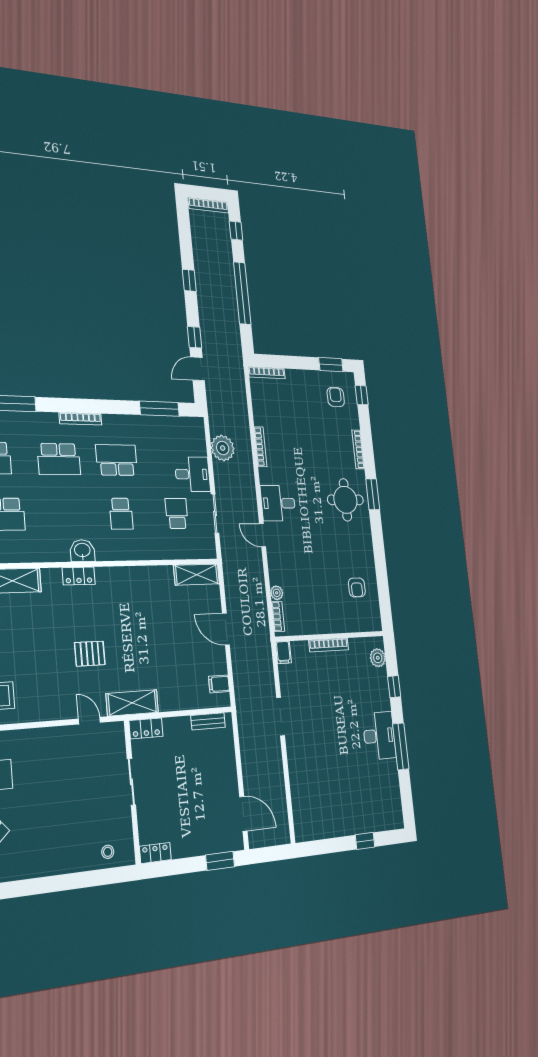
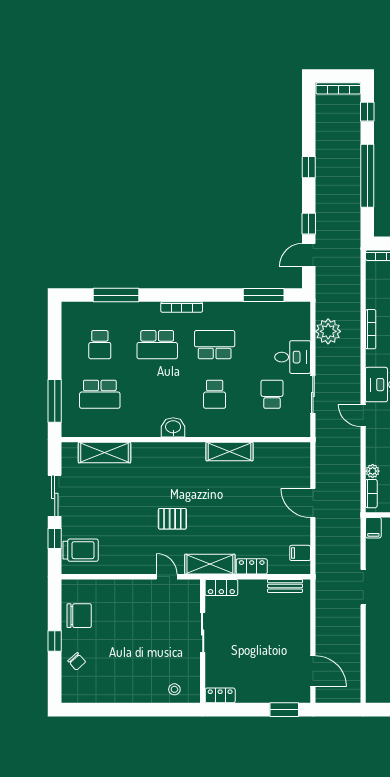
shelving: (197, 575) -> (229, 452), moved
locker: (79, 576) -> (252, 566), moved, turned 180

